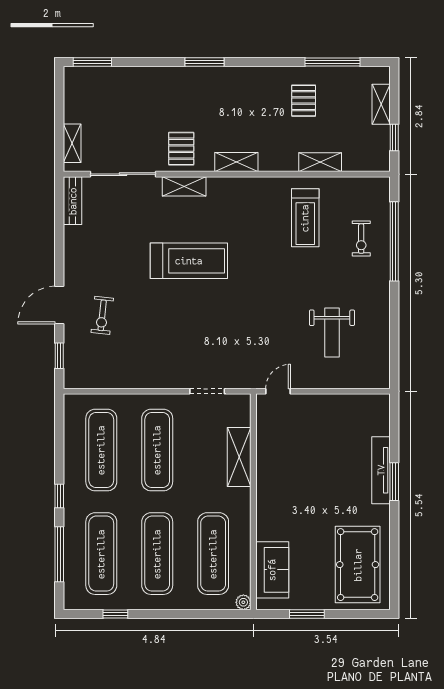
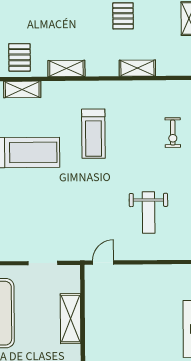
treadmill: (305, 218) -> (93, 134), moved

